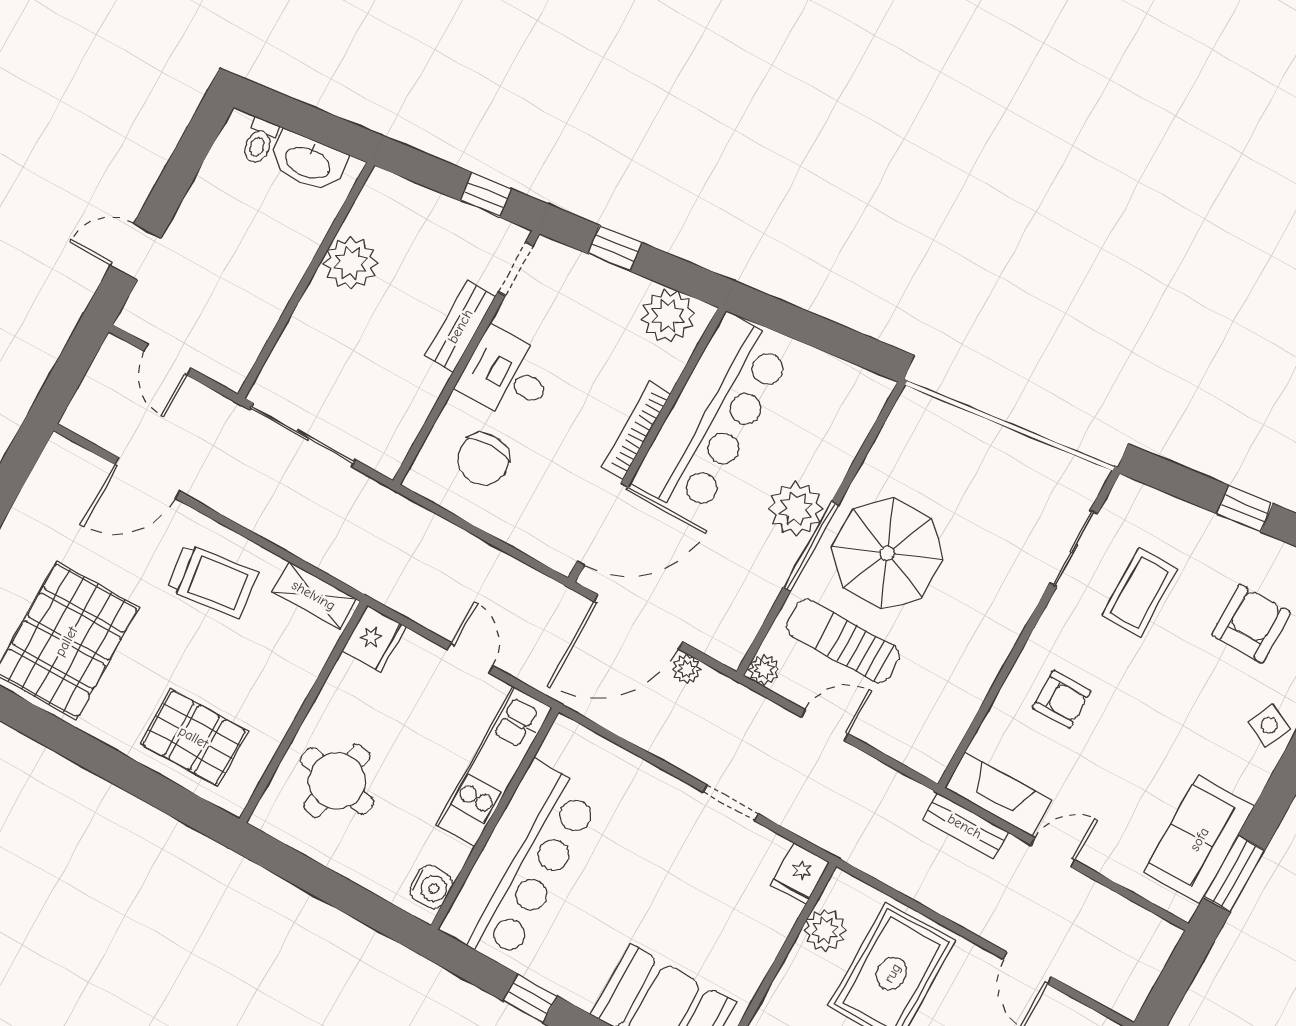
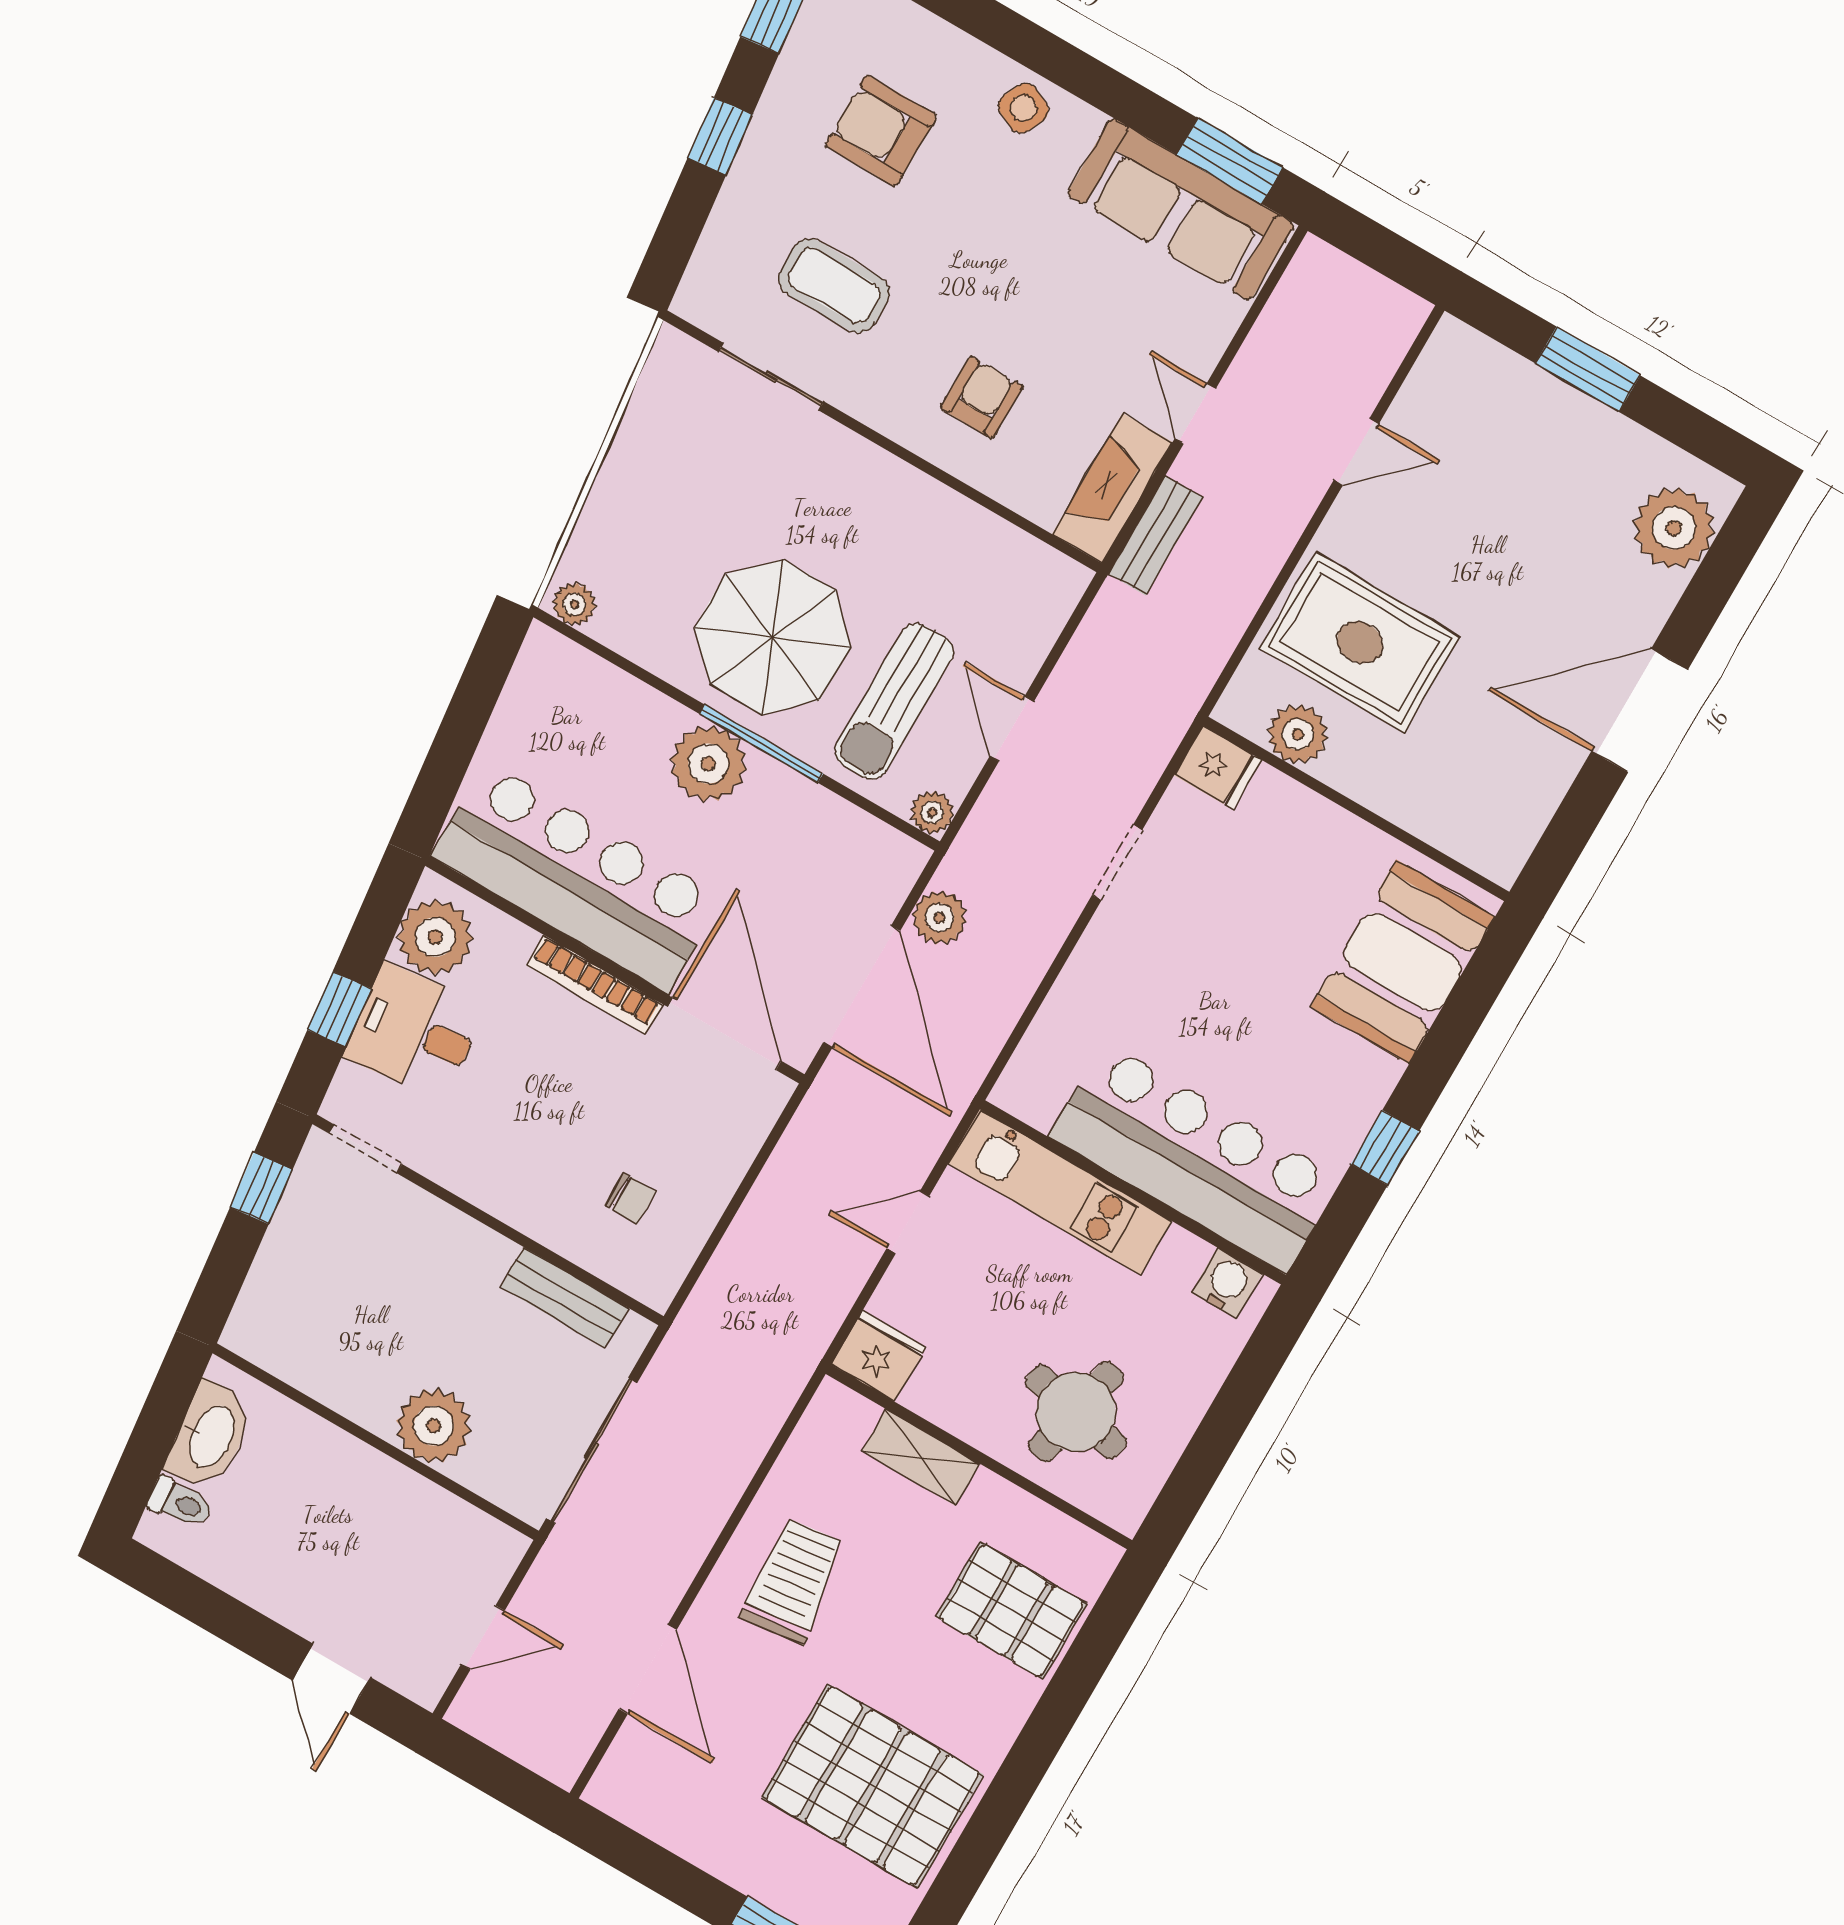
plant: (351, 263) -> (434, 1426), moved
bench: (460, 326) -> (565, 1298), moved
desk: (507, 375) -> (415, 1031), moved, turned 83
plant: (908, 411) -> (574, 604), added
chair: (484, 459) -> (630, 1198), width x0.54, depth x0.54
shelving: (314, 595) -> (921, 1457), moved, turned 90
plant: (687, 669) -> (939, 918), width x1.38, depth x1.38
pallet: (194, 737) -> (1011, 1610), turned 90
sofa: (1199, 839) -> (1181, 209), width x1.36

